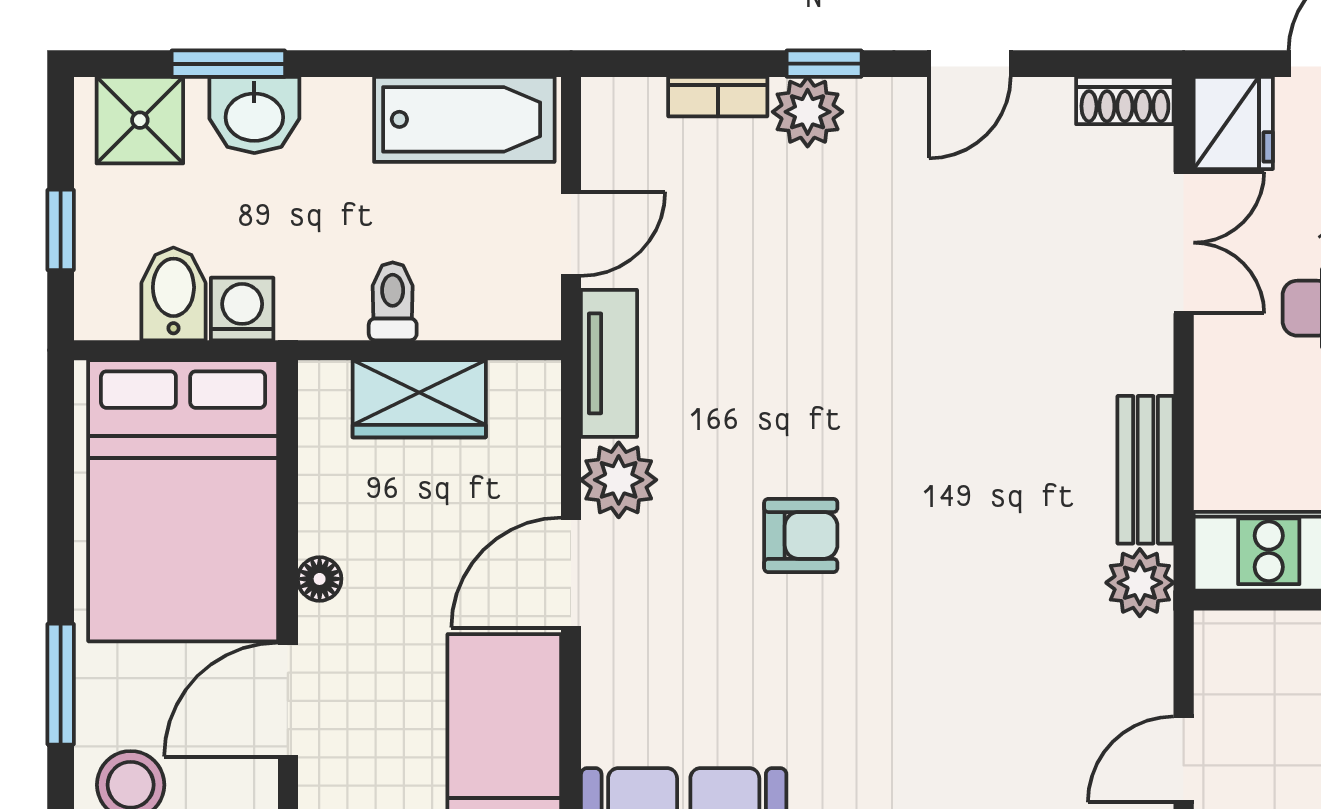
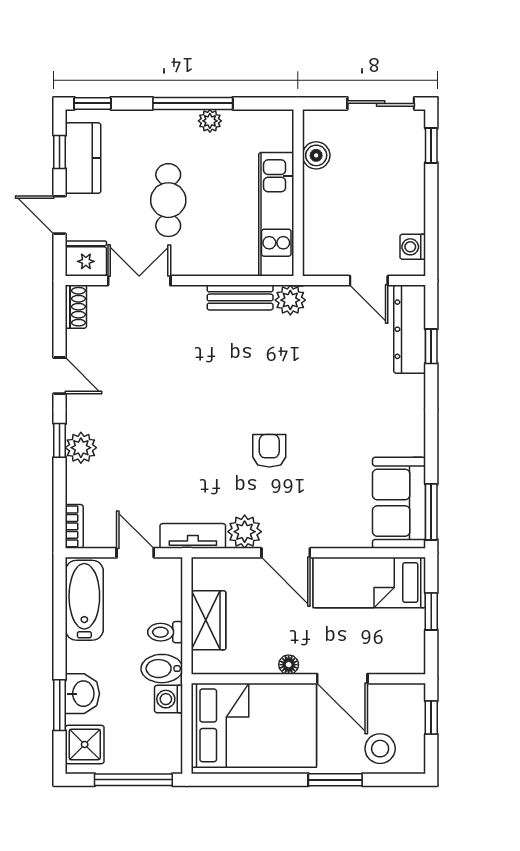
bookcase: (718, 97) -> (74, 526), moved
window: (61, 230) -> (133, 780), width x2.17
bidet: (173, 294) -> (162, 669), moved

